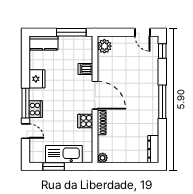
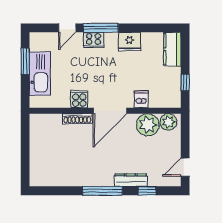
window: (71, 32) -> (185, 82), width x0.46
window: (162, 51) -> (147, 191), moved
dresser: (153, 149) -> (131, 180), moved
plant: (103, 158) -> (148, 125), moved, width x1.88, depth x1.88

